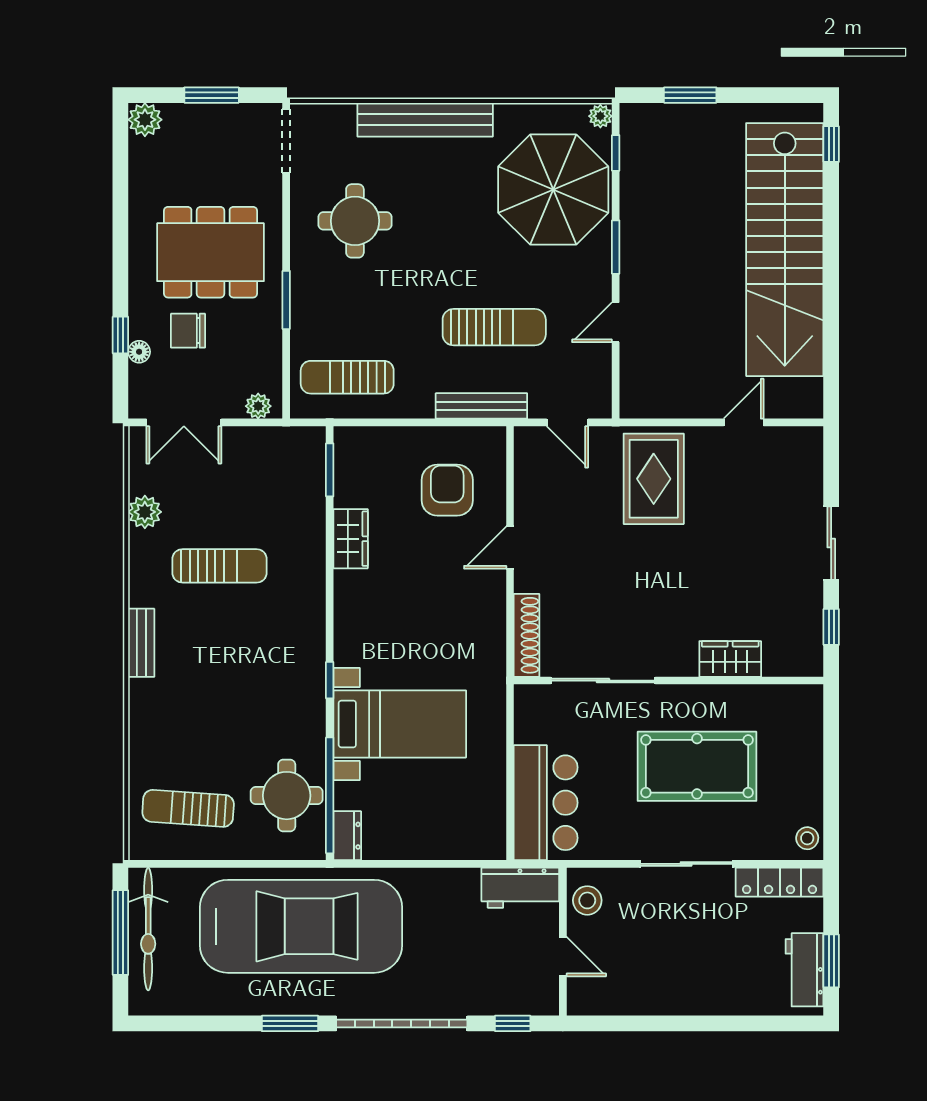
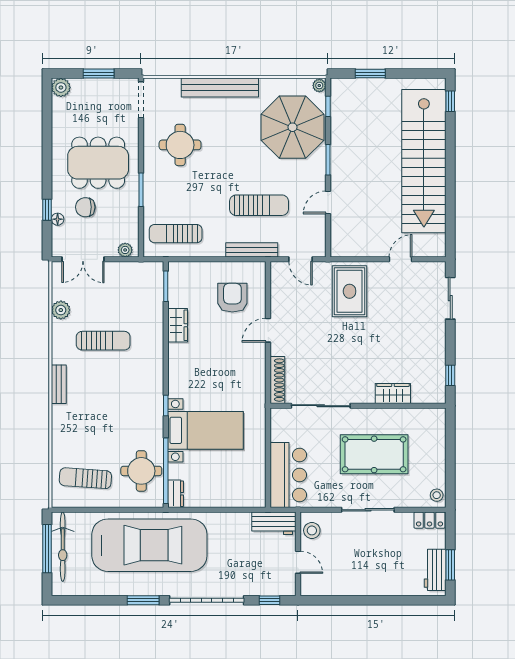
sliding door: (831, 543) -> (450, 298), moved
locker: (780, 882) -> (429, 520), width x0.66

